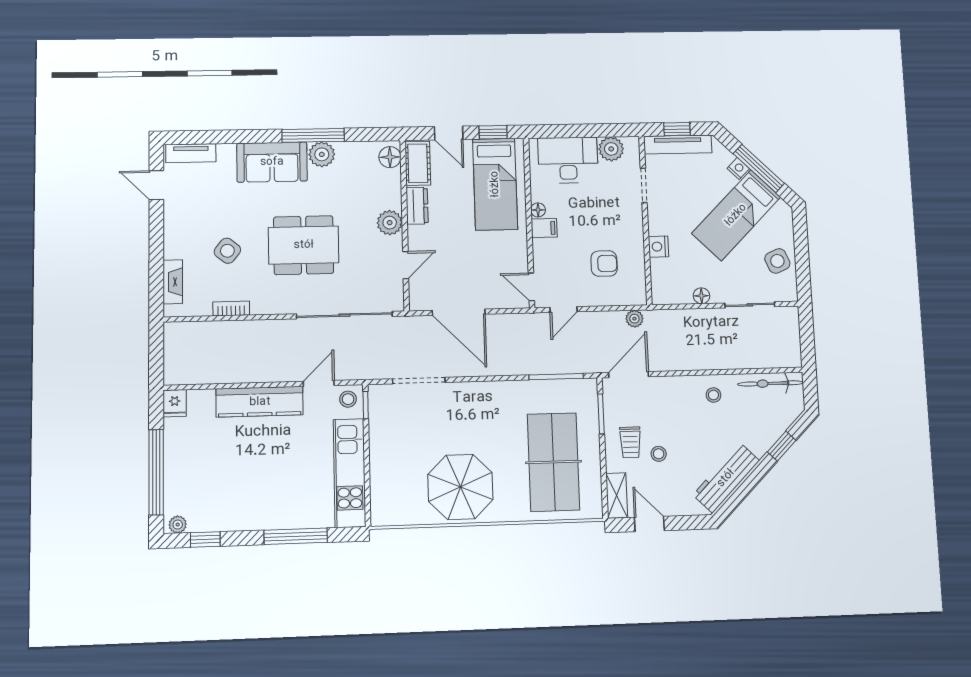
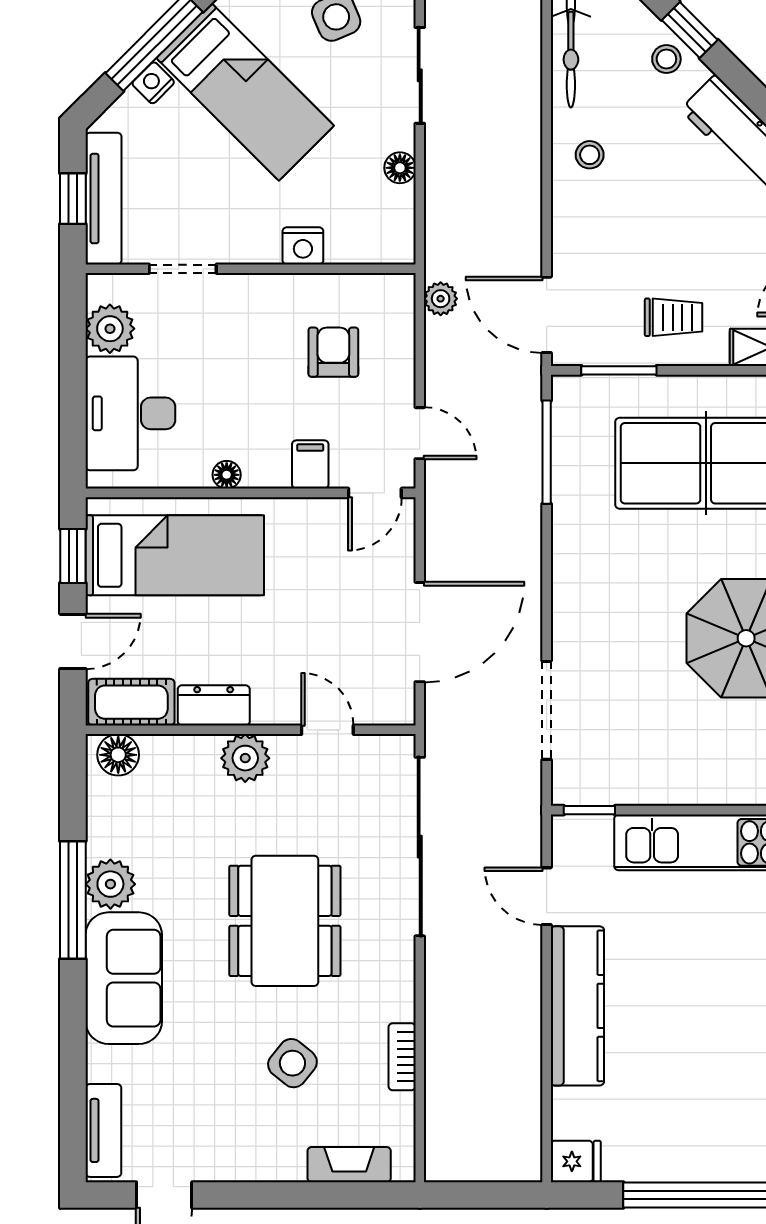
filing cabinet: (544, 228) -> (310, 464), moved
stool: (348, 399) -> (577, 843), removed
stool: (659, 454) -> (666, 59), moved

